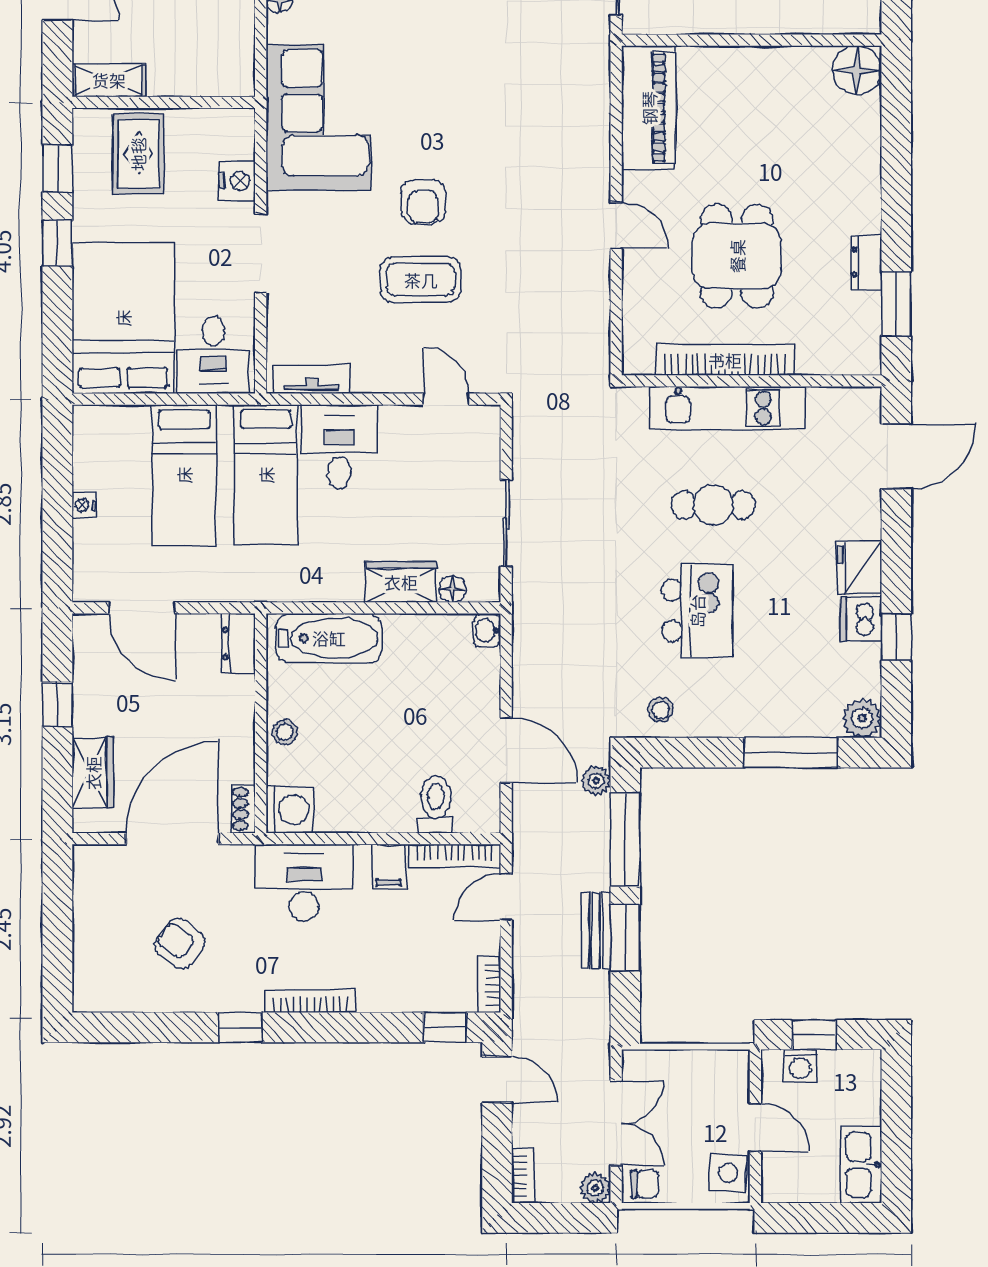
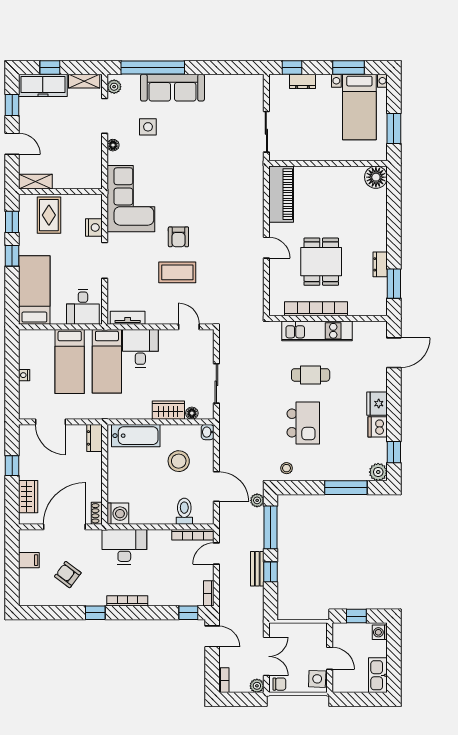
bed: (123, 318) -> (34, 290), width x0.67
window: (896, 637) -> (394, 452), moved
stool: (285, 732) -> (179, 461), moved, width x1.89, depth x1.89
filing cabinet: (389, 867) -> (29, 560), moved, turned -90
window: (625, 938) -> (270, 572), width x0.67
washing machine: (800, 1066) -> (380, 632), moved, turned 90

